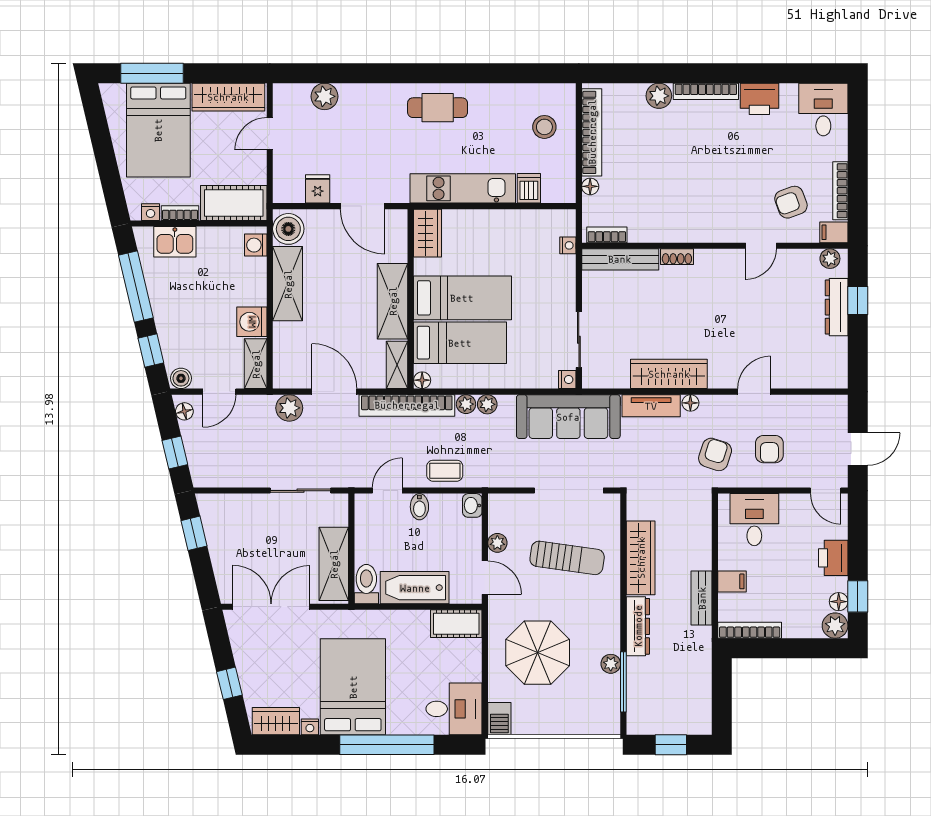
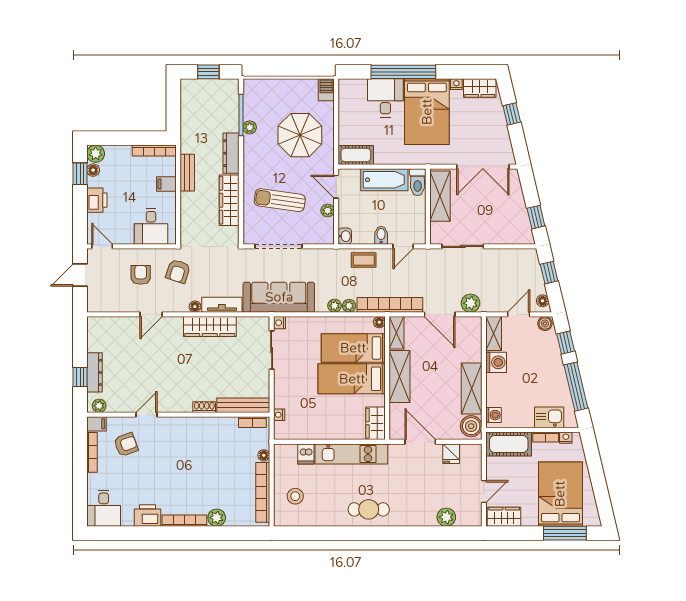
wardrobe: (228, 97) -> (504, 517), width x0.67
desk: (454, 709) -> (385, 98), moved, turned 90

